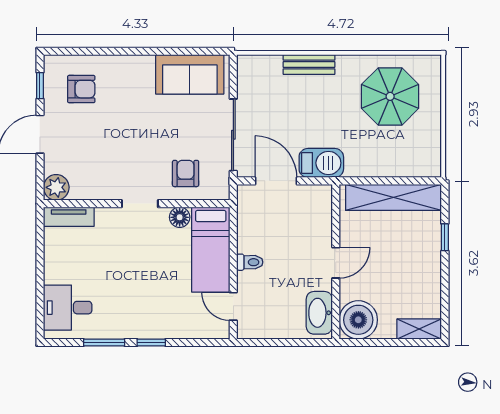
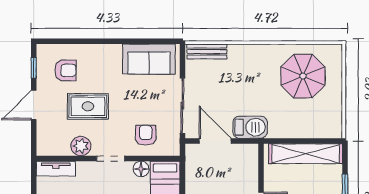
bench: (309, 64) -> (207, 52), moved
rug: (110, 136) -> (88, 106), added
plant: (56, 187) -> (81, 146), moved

